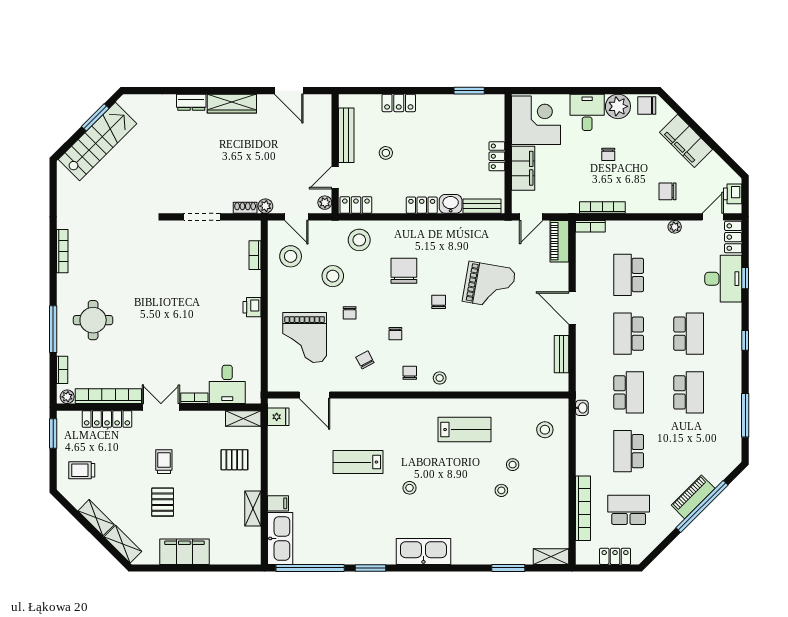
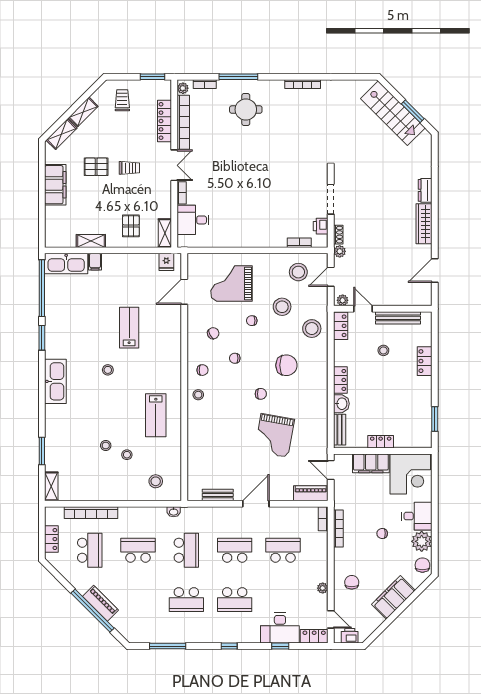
printer: (252, 307) -> (321, 226), moved, turned -90
school desk: (629, 392) -> (186, 550), turned -90

